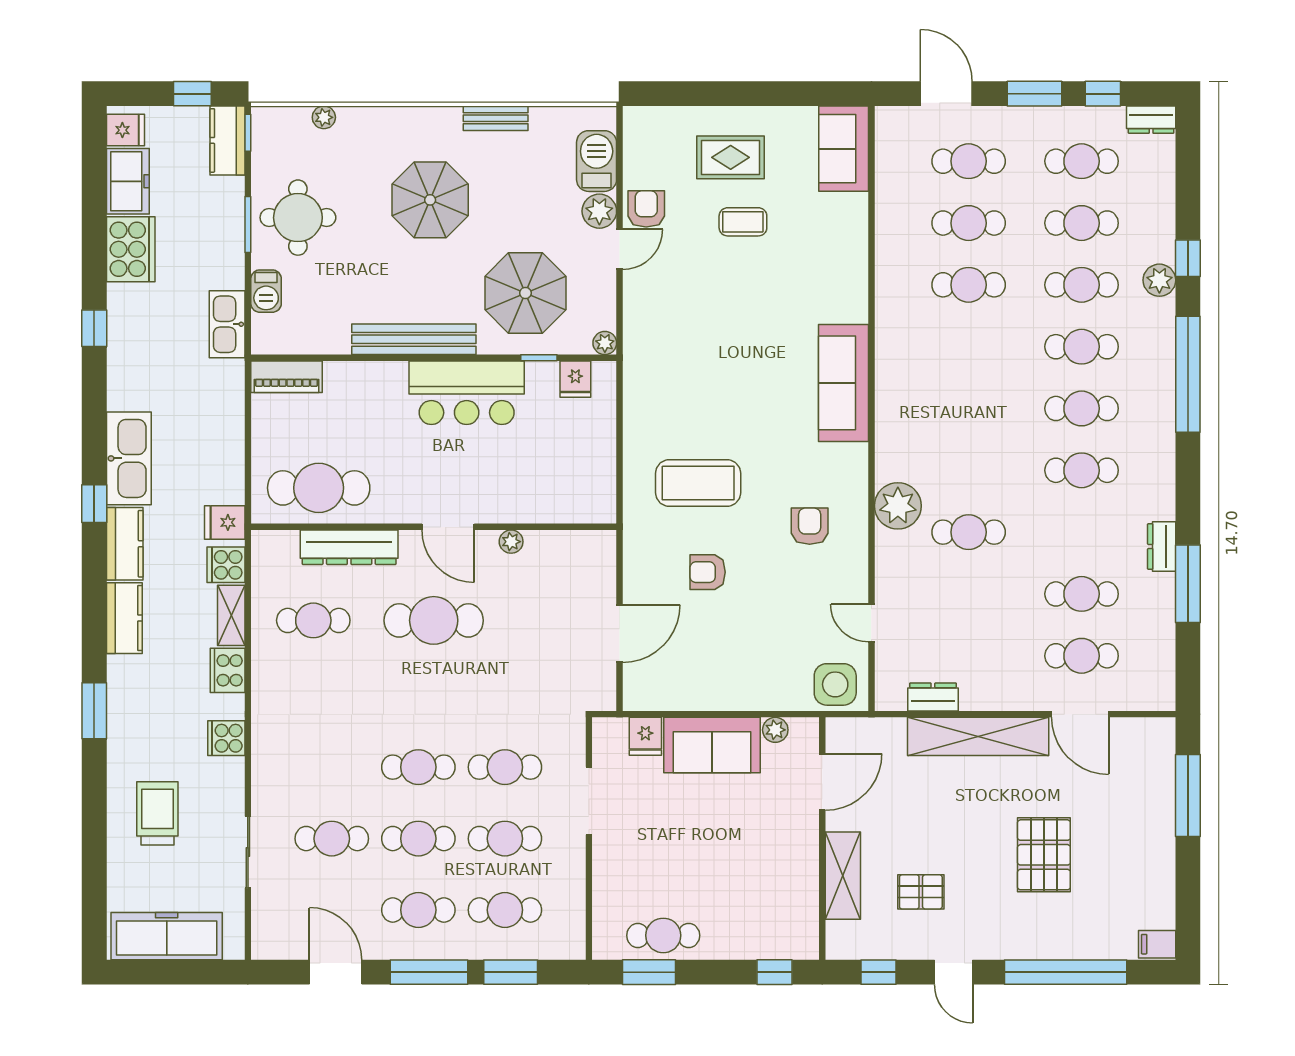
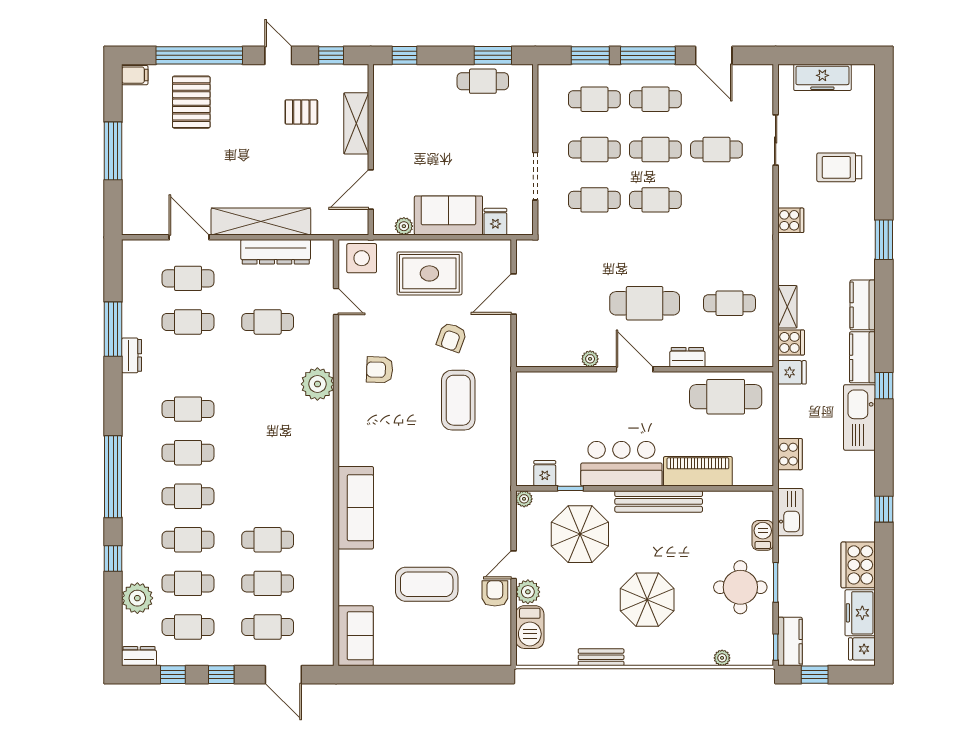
window: (1034, 94) -> (221, 675), width x0.67
rug: (731, 157) -> (429, 273), moved, width x1.36, depth x1.43
armchair: (646, 209) -> (495, 593), turned 180
coffee table: (743, 222) -> (427, 584), width x1.86, depth x1.72
plant: (1159, 280) -> (137, 598), moved, width x1.36, depth x1.36
piano: (287, 377) -> (698, 471), moved, width x1.37, depth x1.33
sofa: (843, 383) -> (356, 508), moved
coffee table: (698, 483) -> (458, 400), turned 90
armchair: (810, 526) -> (380, 370), turned 92
cafe table: (969, 532) -> (268, 322), moved
dresser: (349, 547) -> (687, 357), width x0.51, depth x0.80
armchair: (708, 572) -> (452, 337), turned 110
cooker: (228, 670) -> (790, 454), moved
dresser: (933, 697) -> (276, 252), width x1.96, depth x1.24
window: (1188, 796) -> (113, 151), moved
trolley: (157, 813) -> (839, 167), turned 90
pallet: (1044, 855) -> (191, 102), moved
freezer: (167, 936) -> (822, 77), width x0.73, depth x0.79

